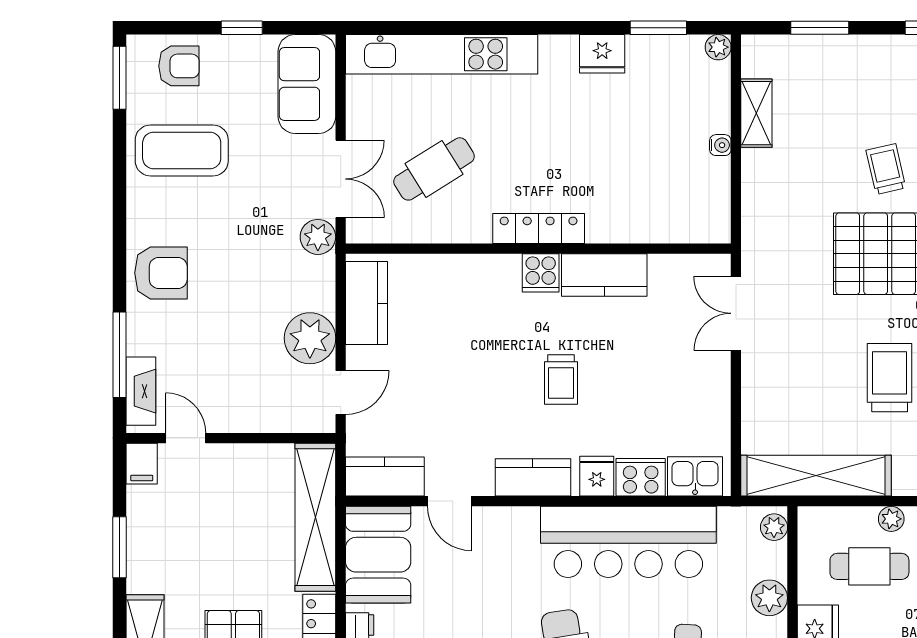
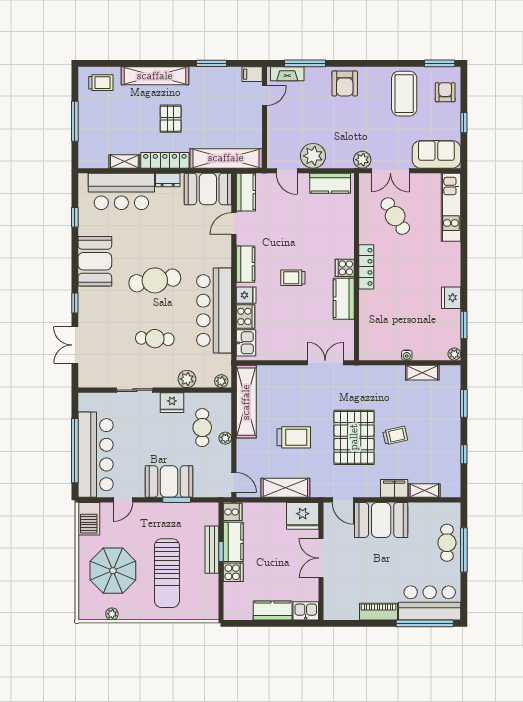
kitchen unit: (442, 54) -> (451, 207), width x0.73
armchair: (179, 66) -> (445, 92), turned 180

